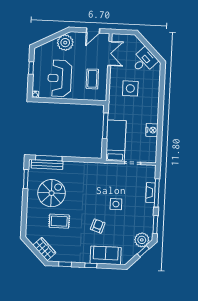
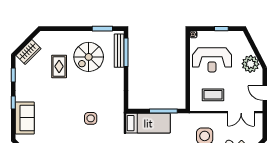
reception desk: (60, 78) -> (212, 60), turned 180
spiral stairs: (52, 193) -> (89, 57), turned 90
side table: (116, 204) -> (91, 118), moved
armchair: (98, 226) -> (56, 108), removed

